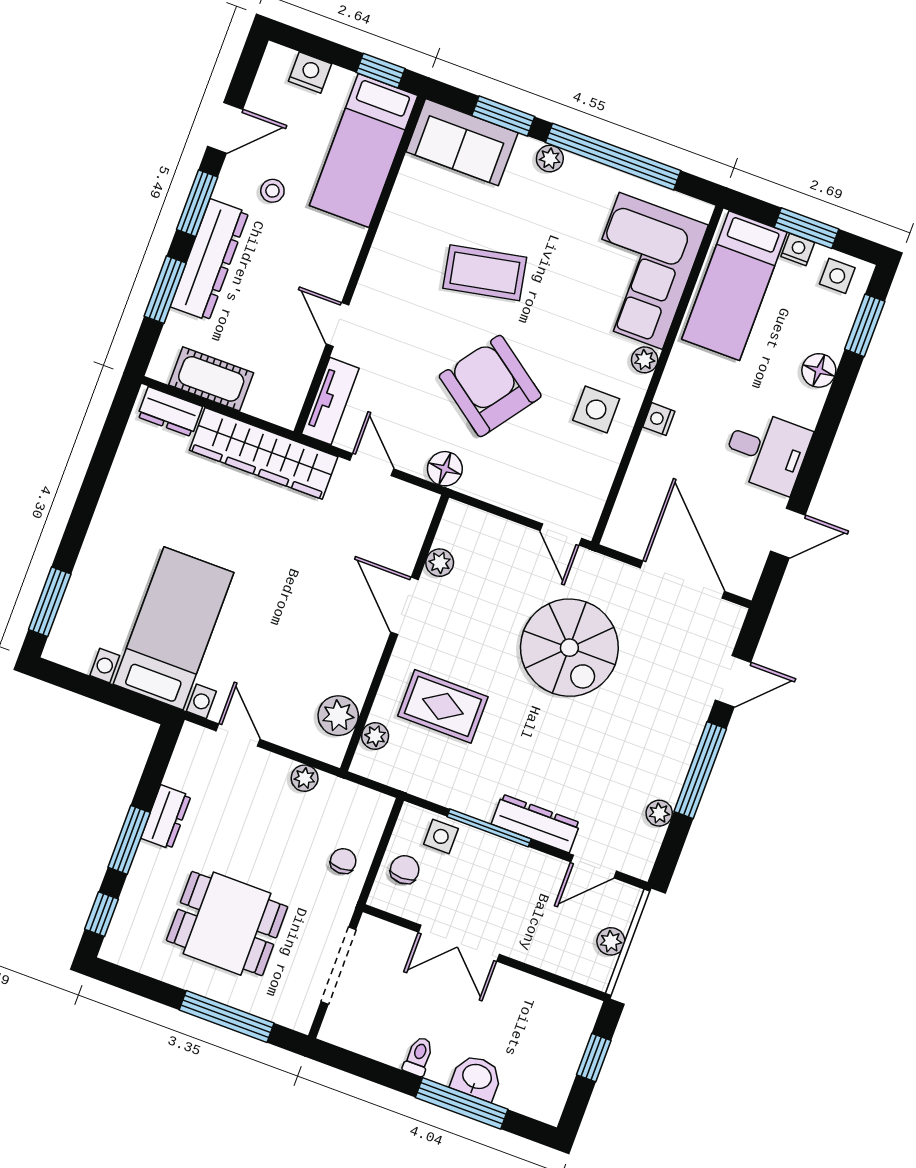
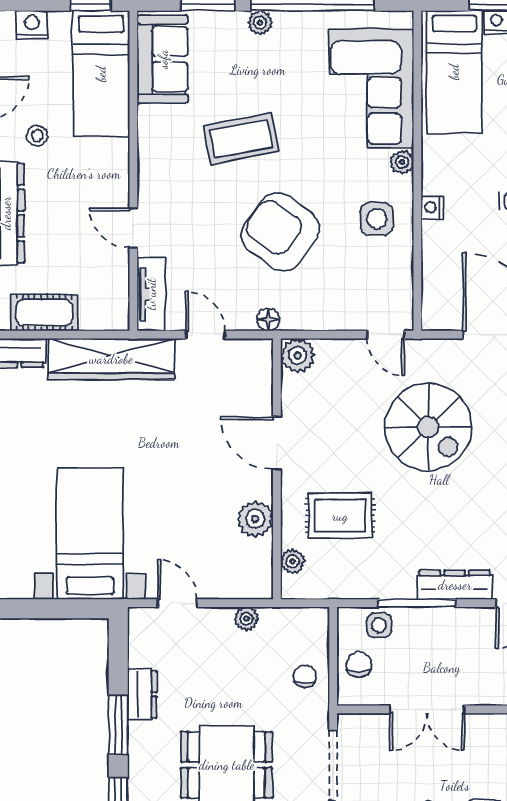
sofa: (462, 142) -> (163, 59), moved, turned -90
floor lamp: (445, 469) -> (268, 320), width x0.73, depth x0.73
plant: (440, 563) -> (298, 355), moved, width x1.38, depth x1.38
plant: (338, 716) -> (255, 519), moved

